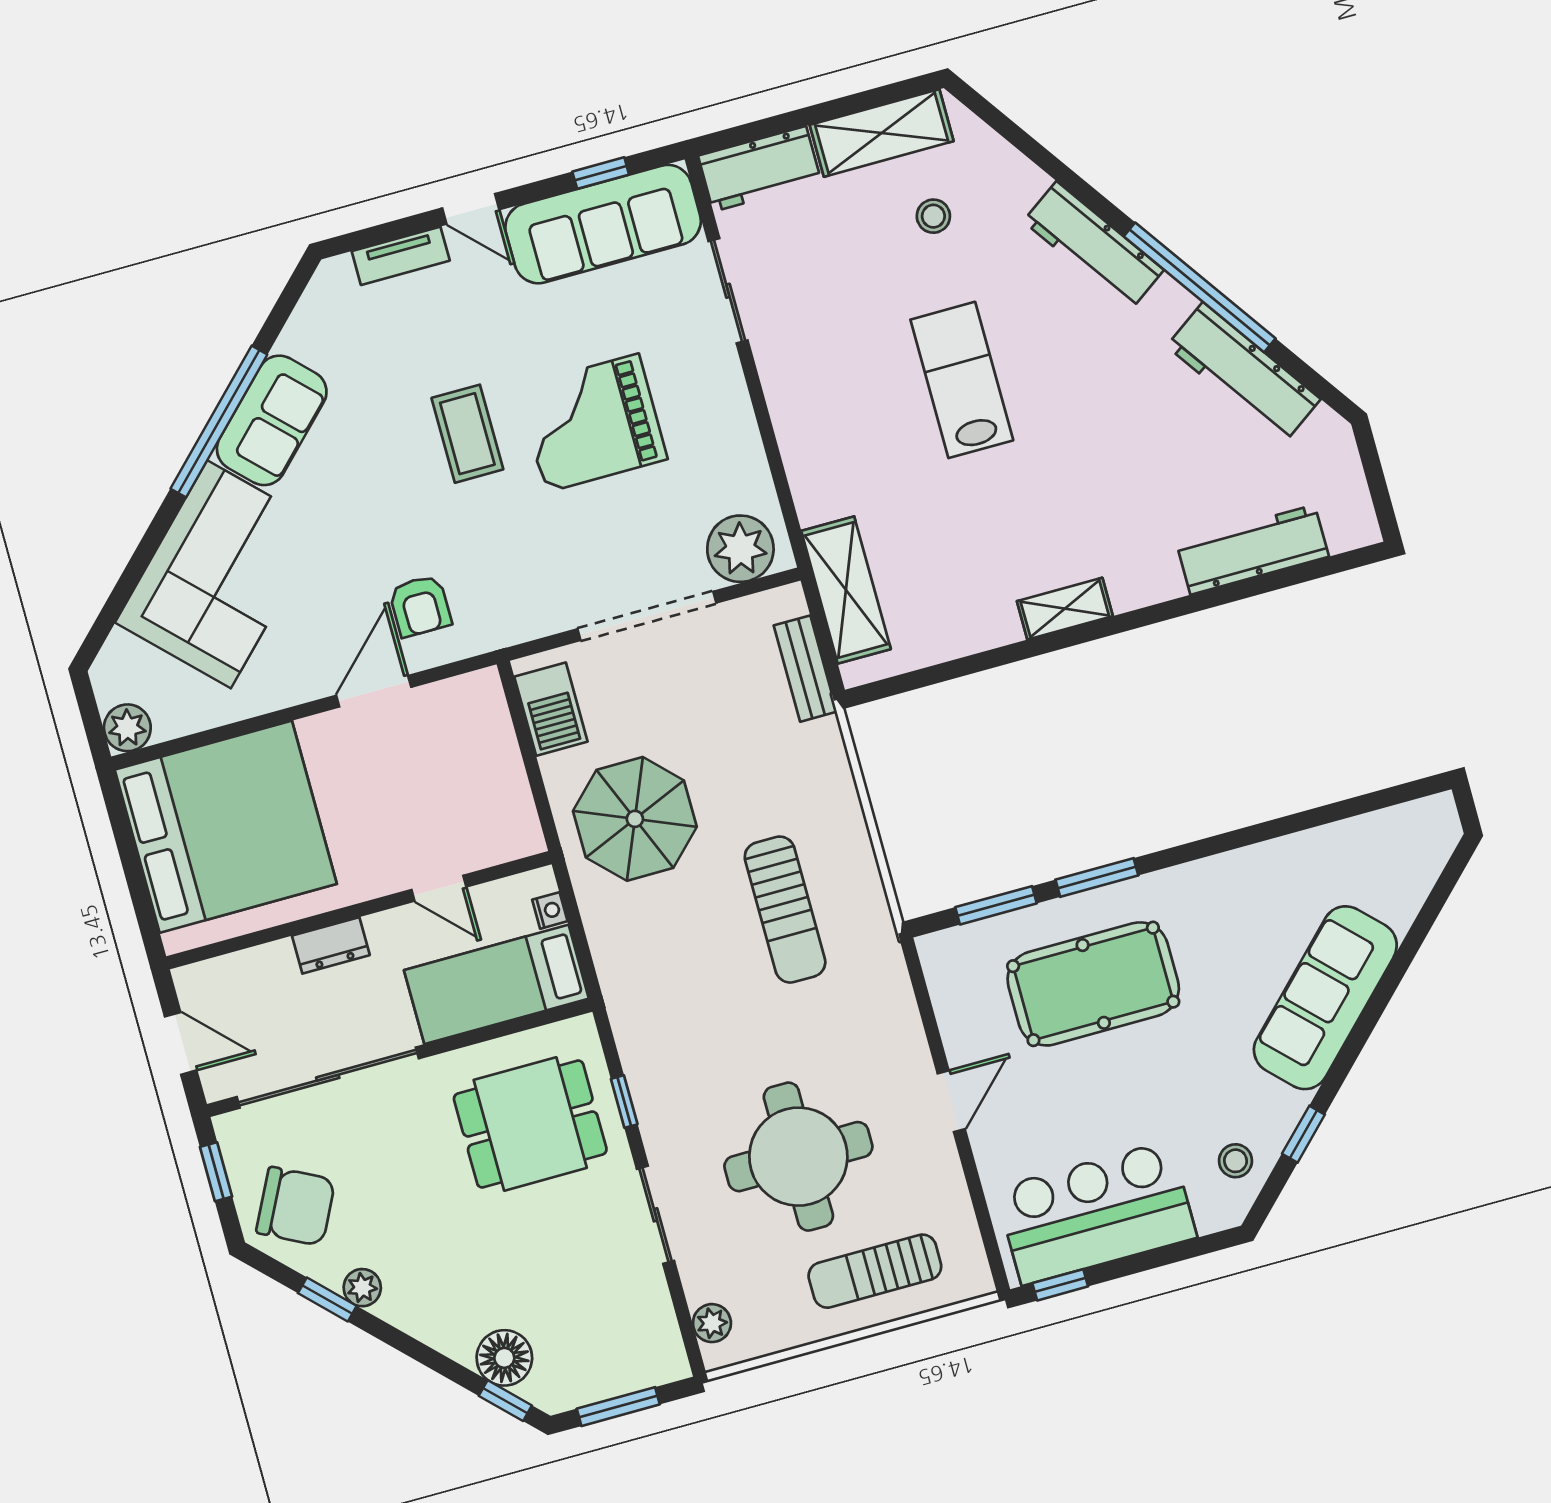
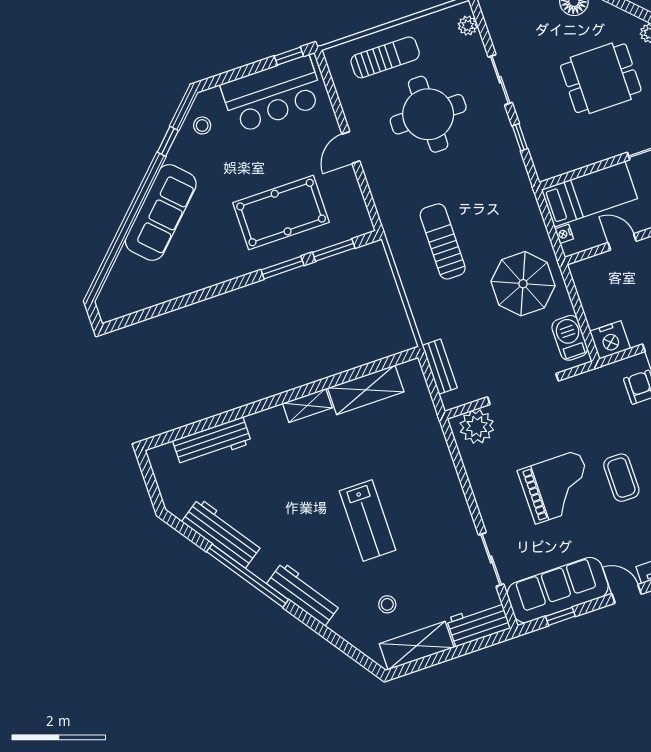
shelving: (846, 590) -> (366, 390), moved, turned 90
nightstand: (473, 700) -> (610, 340), added
dining table: (530, 1124) -> (601, 78), moved

